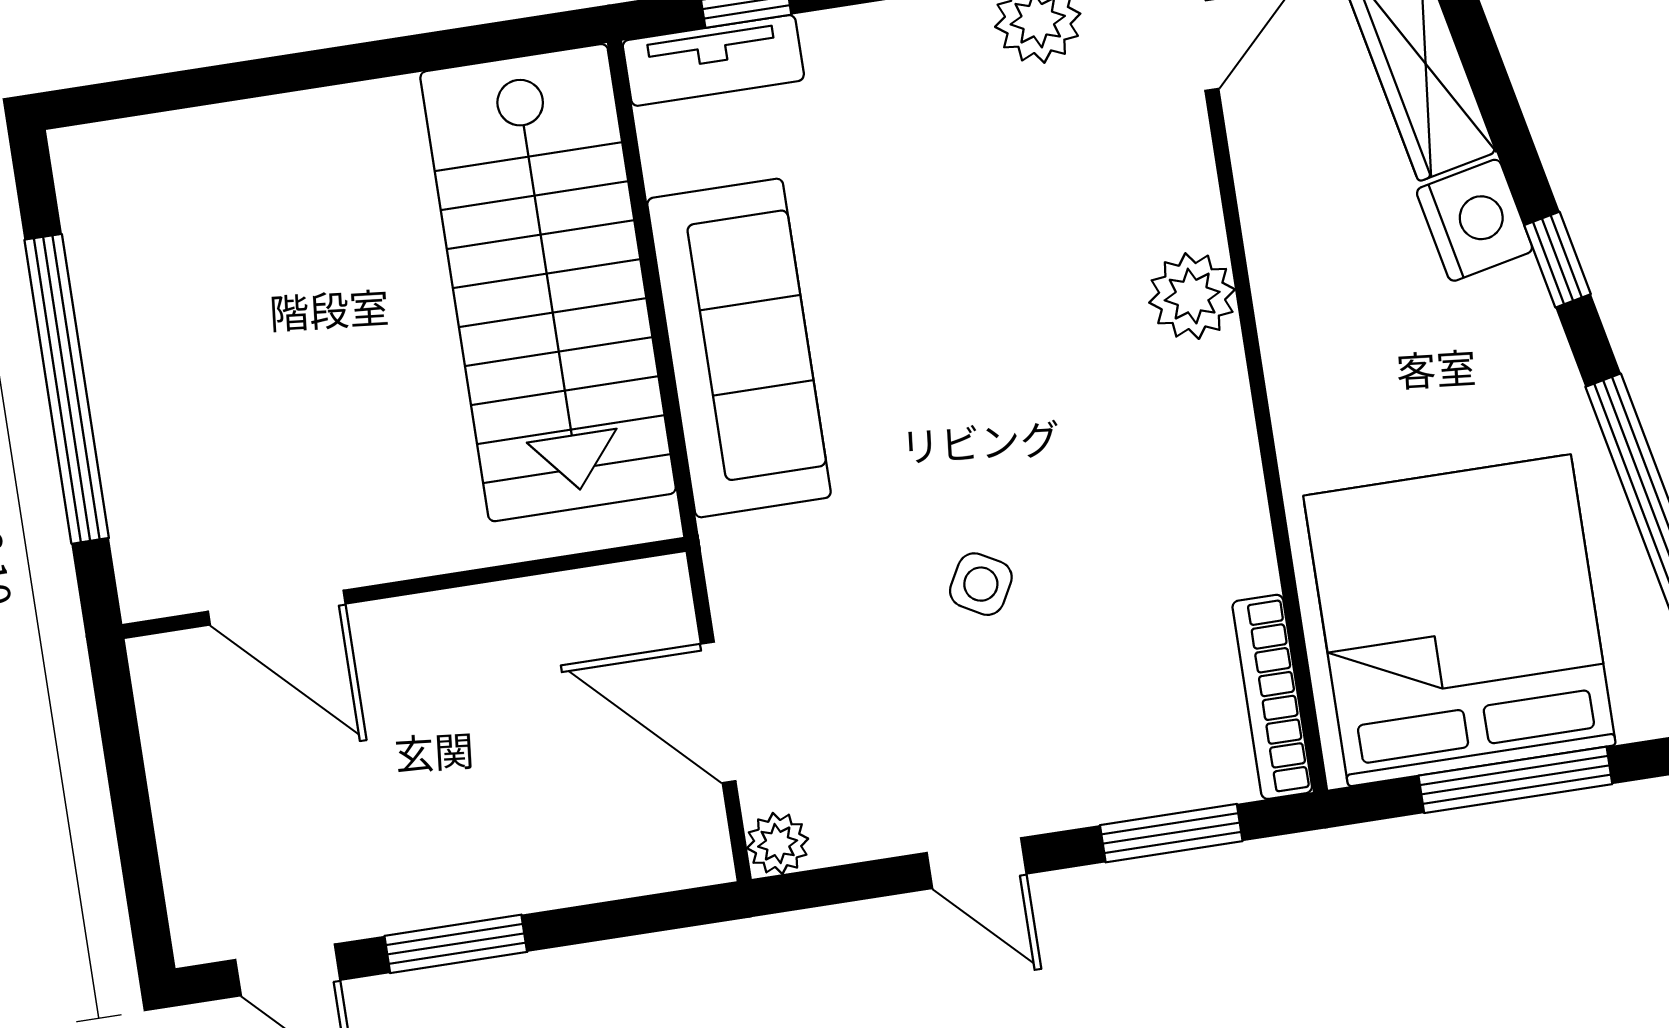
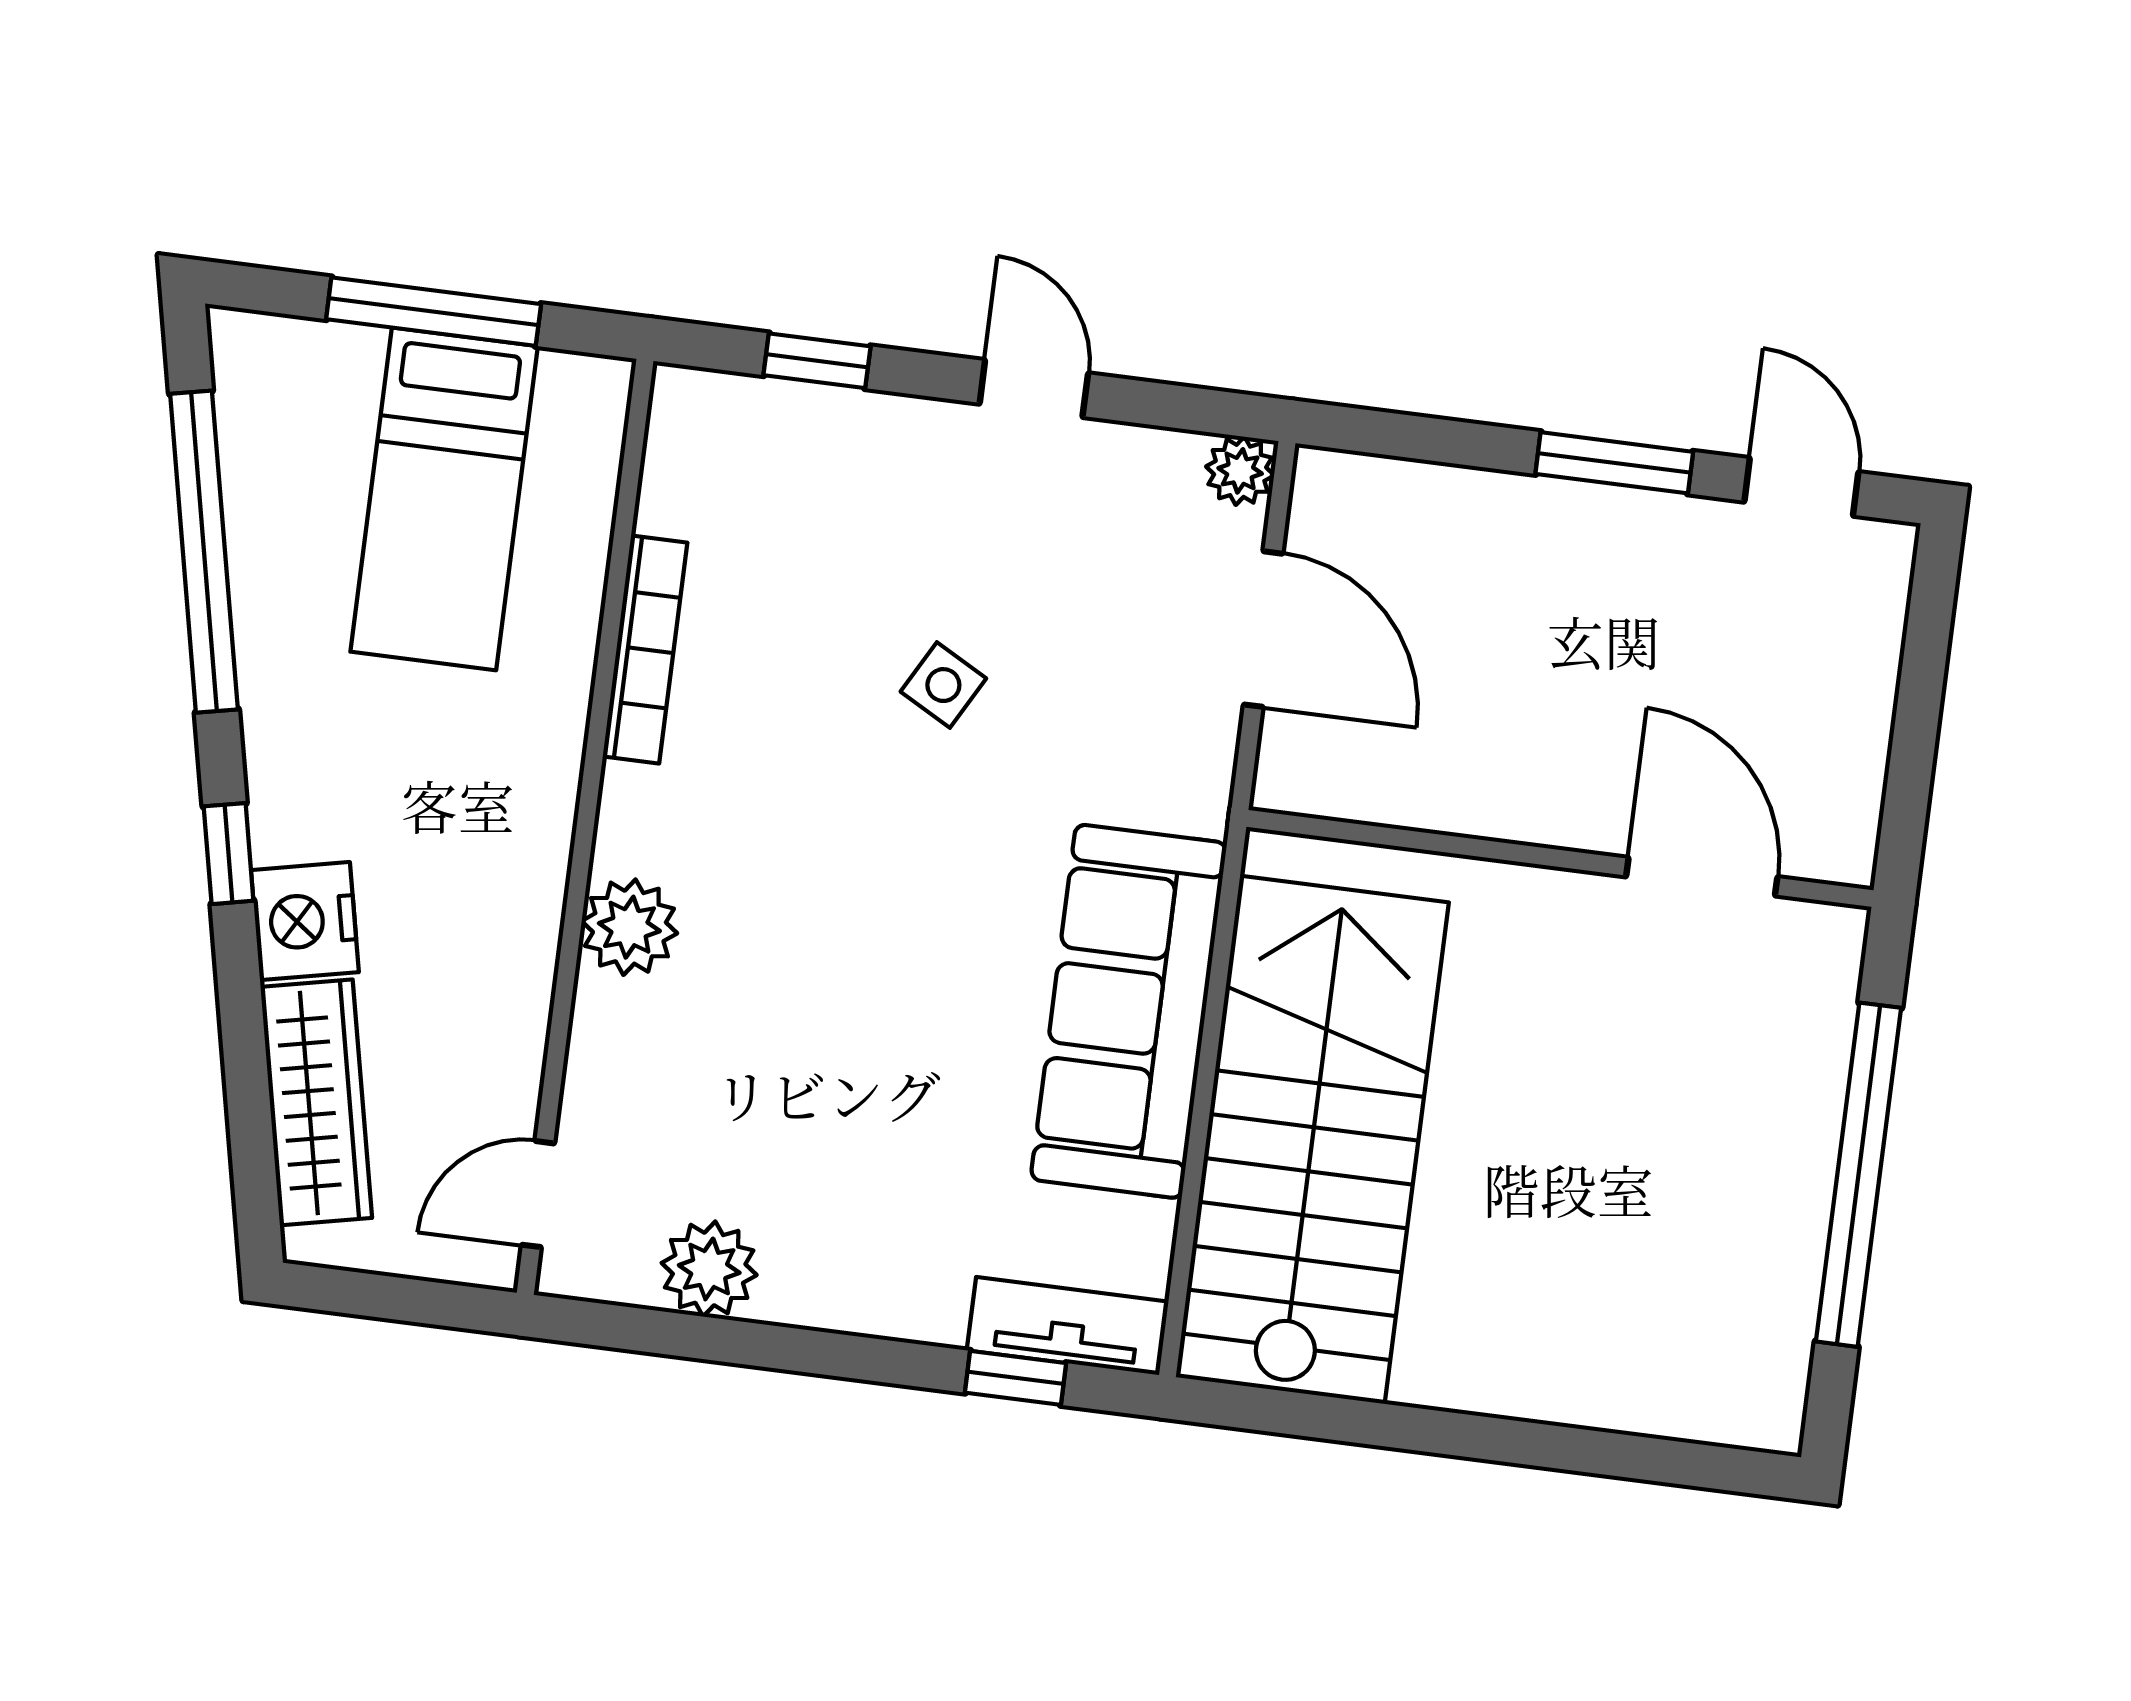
bed: (1460, 620) -> (444, 499), width x0.49
bookcase: (1272, 697) -> (645, 650), moved
window: (1171, 833) -> (817, 361), width x0.67

